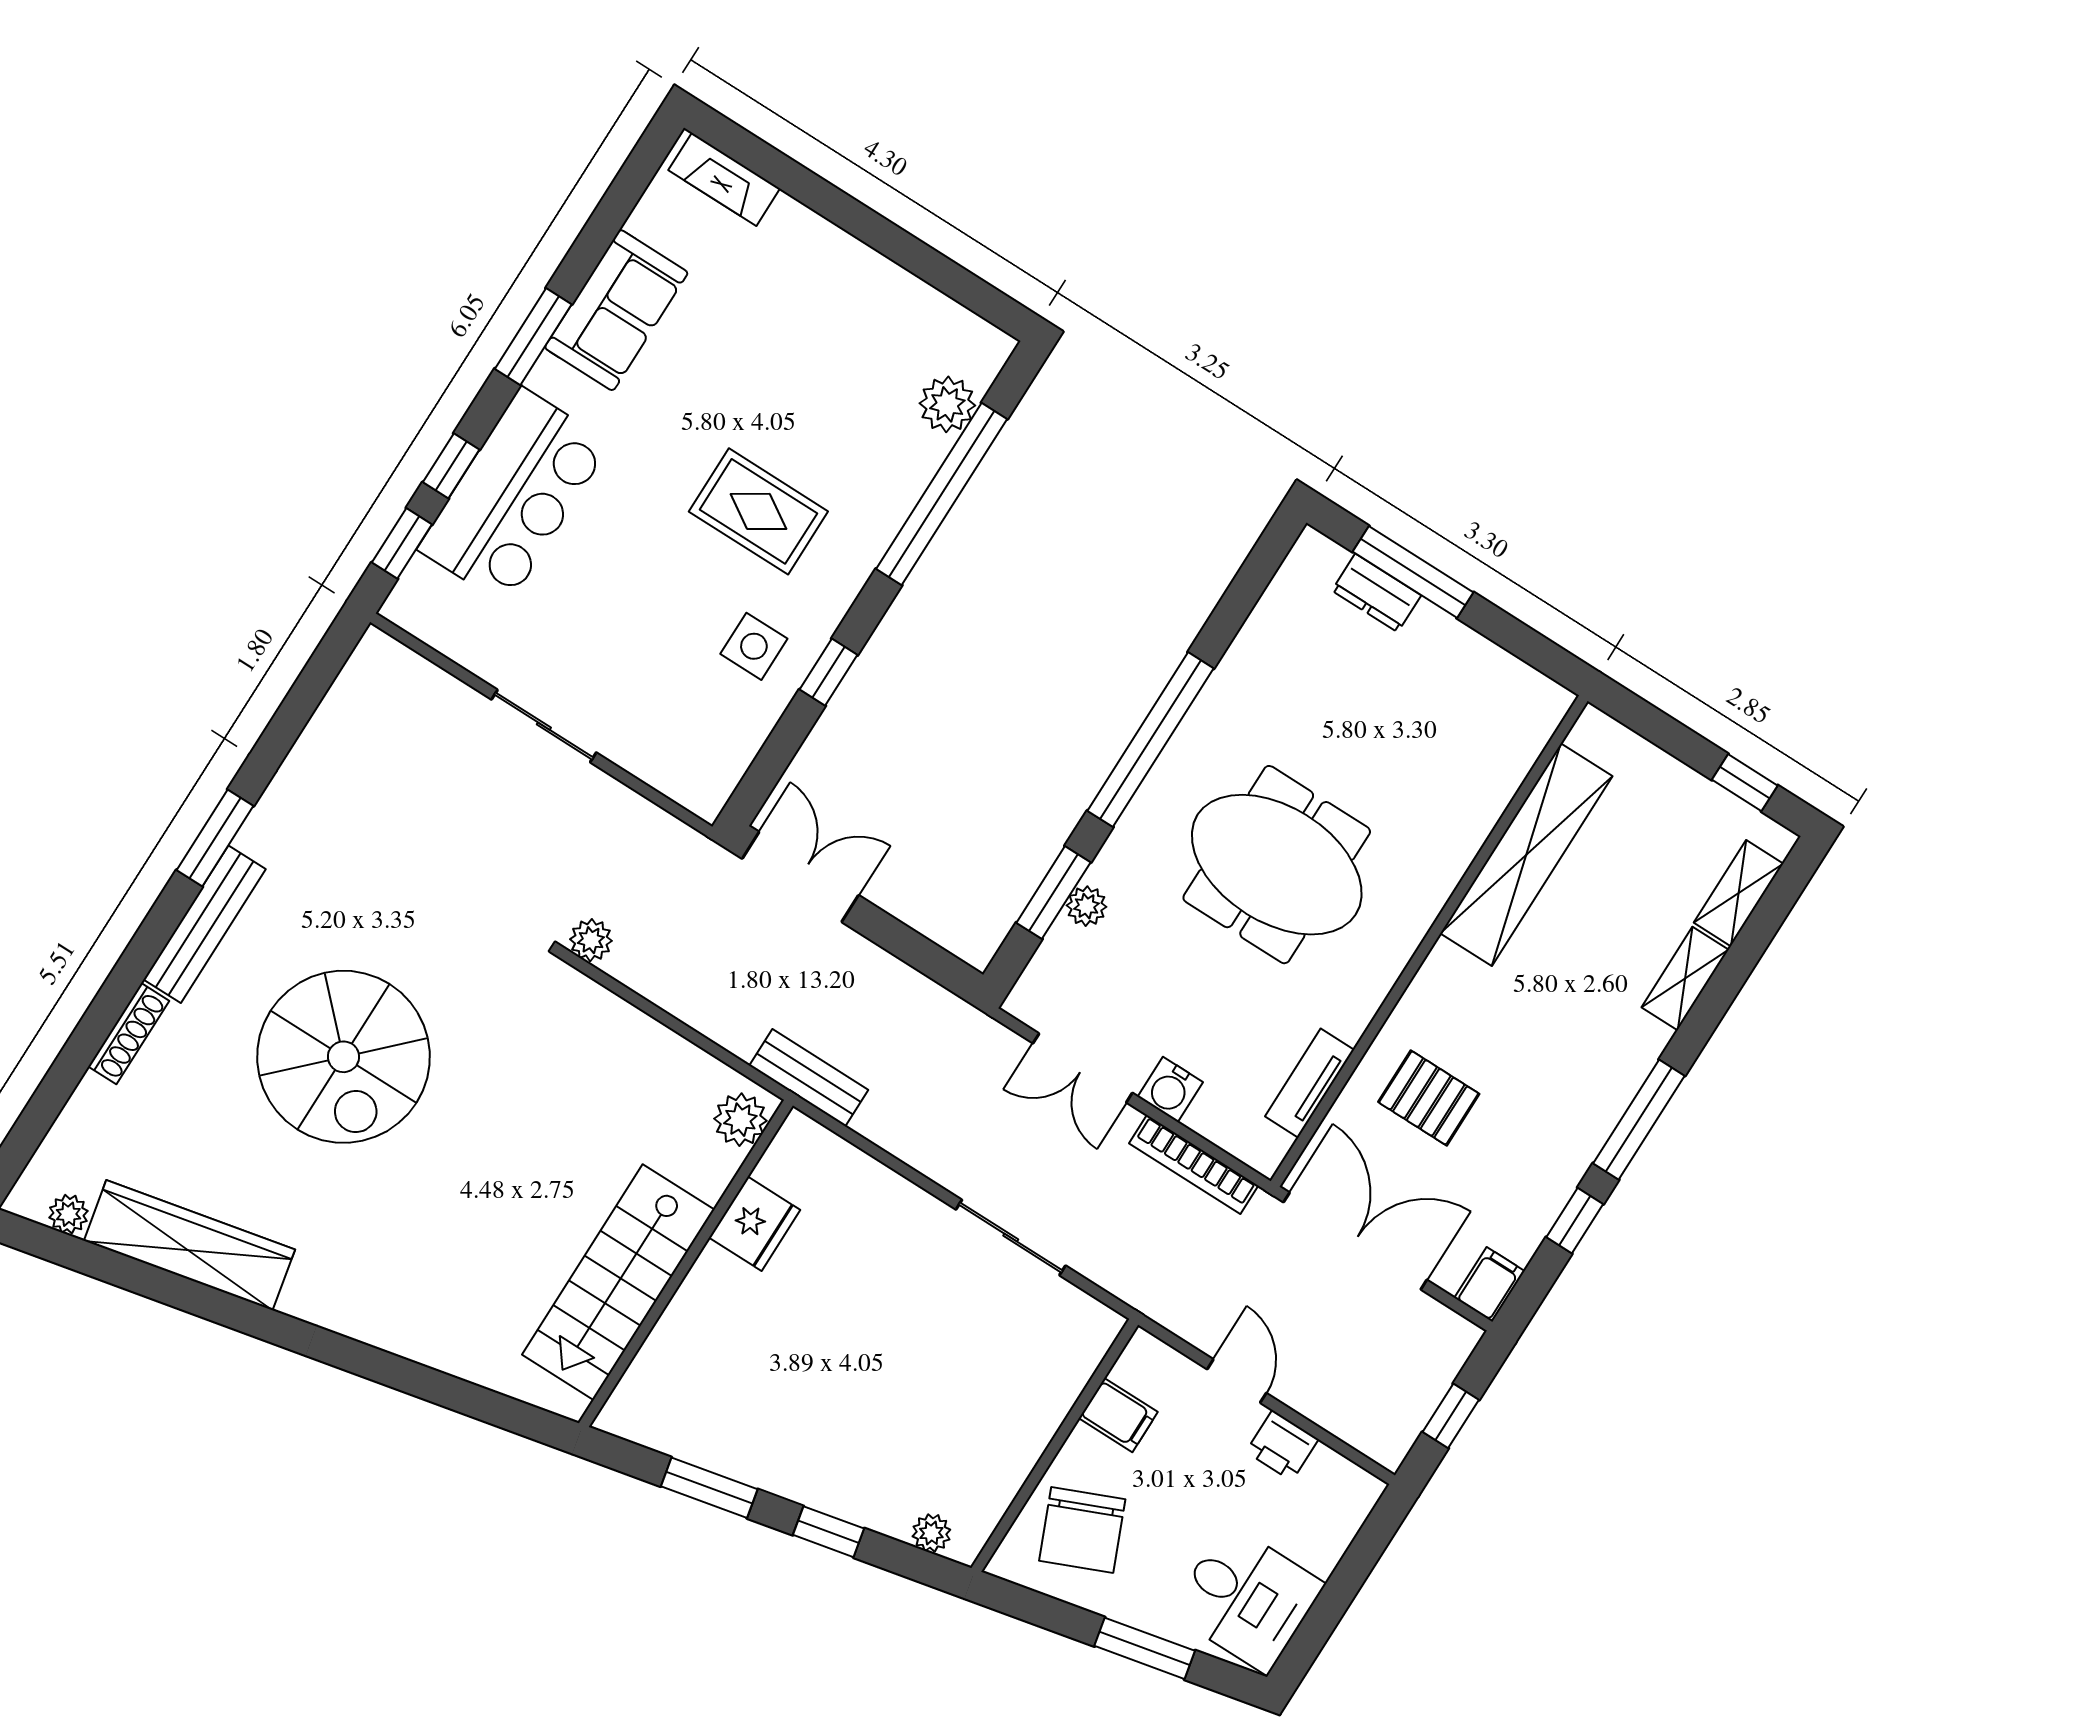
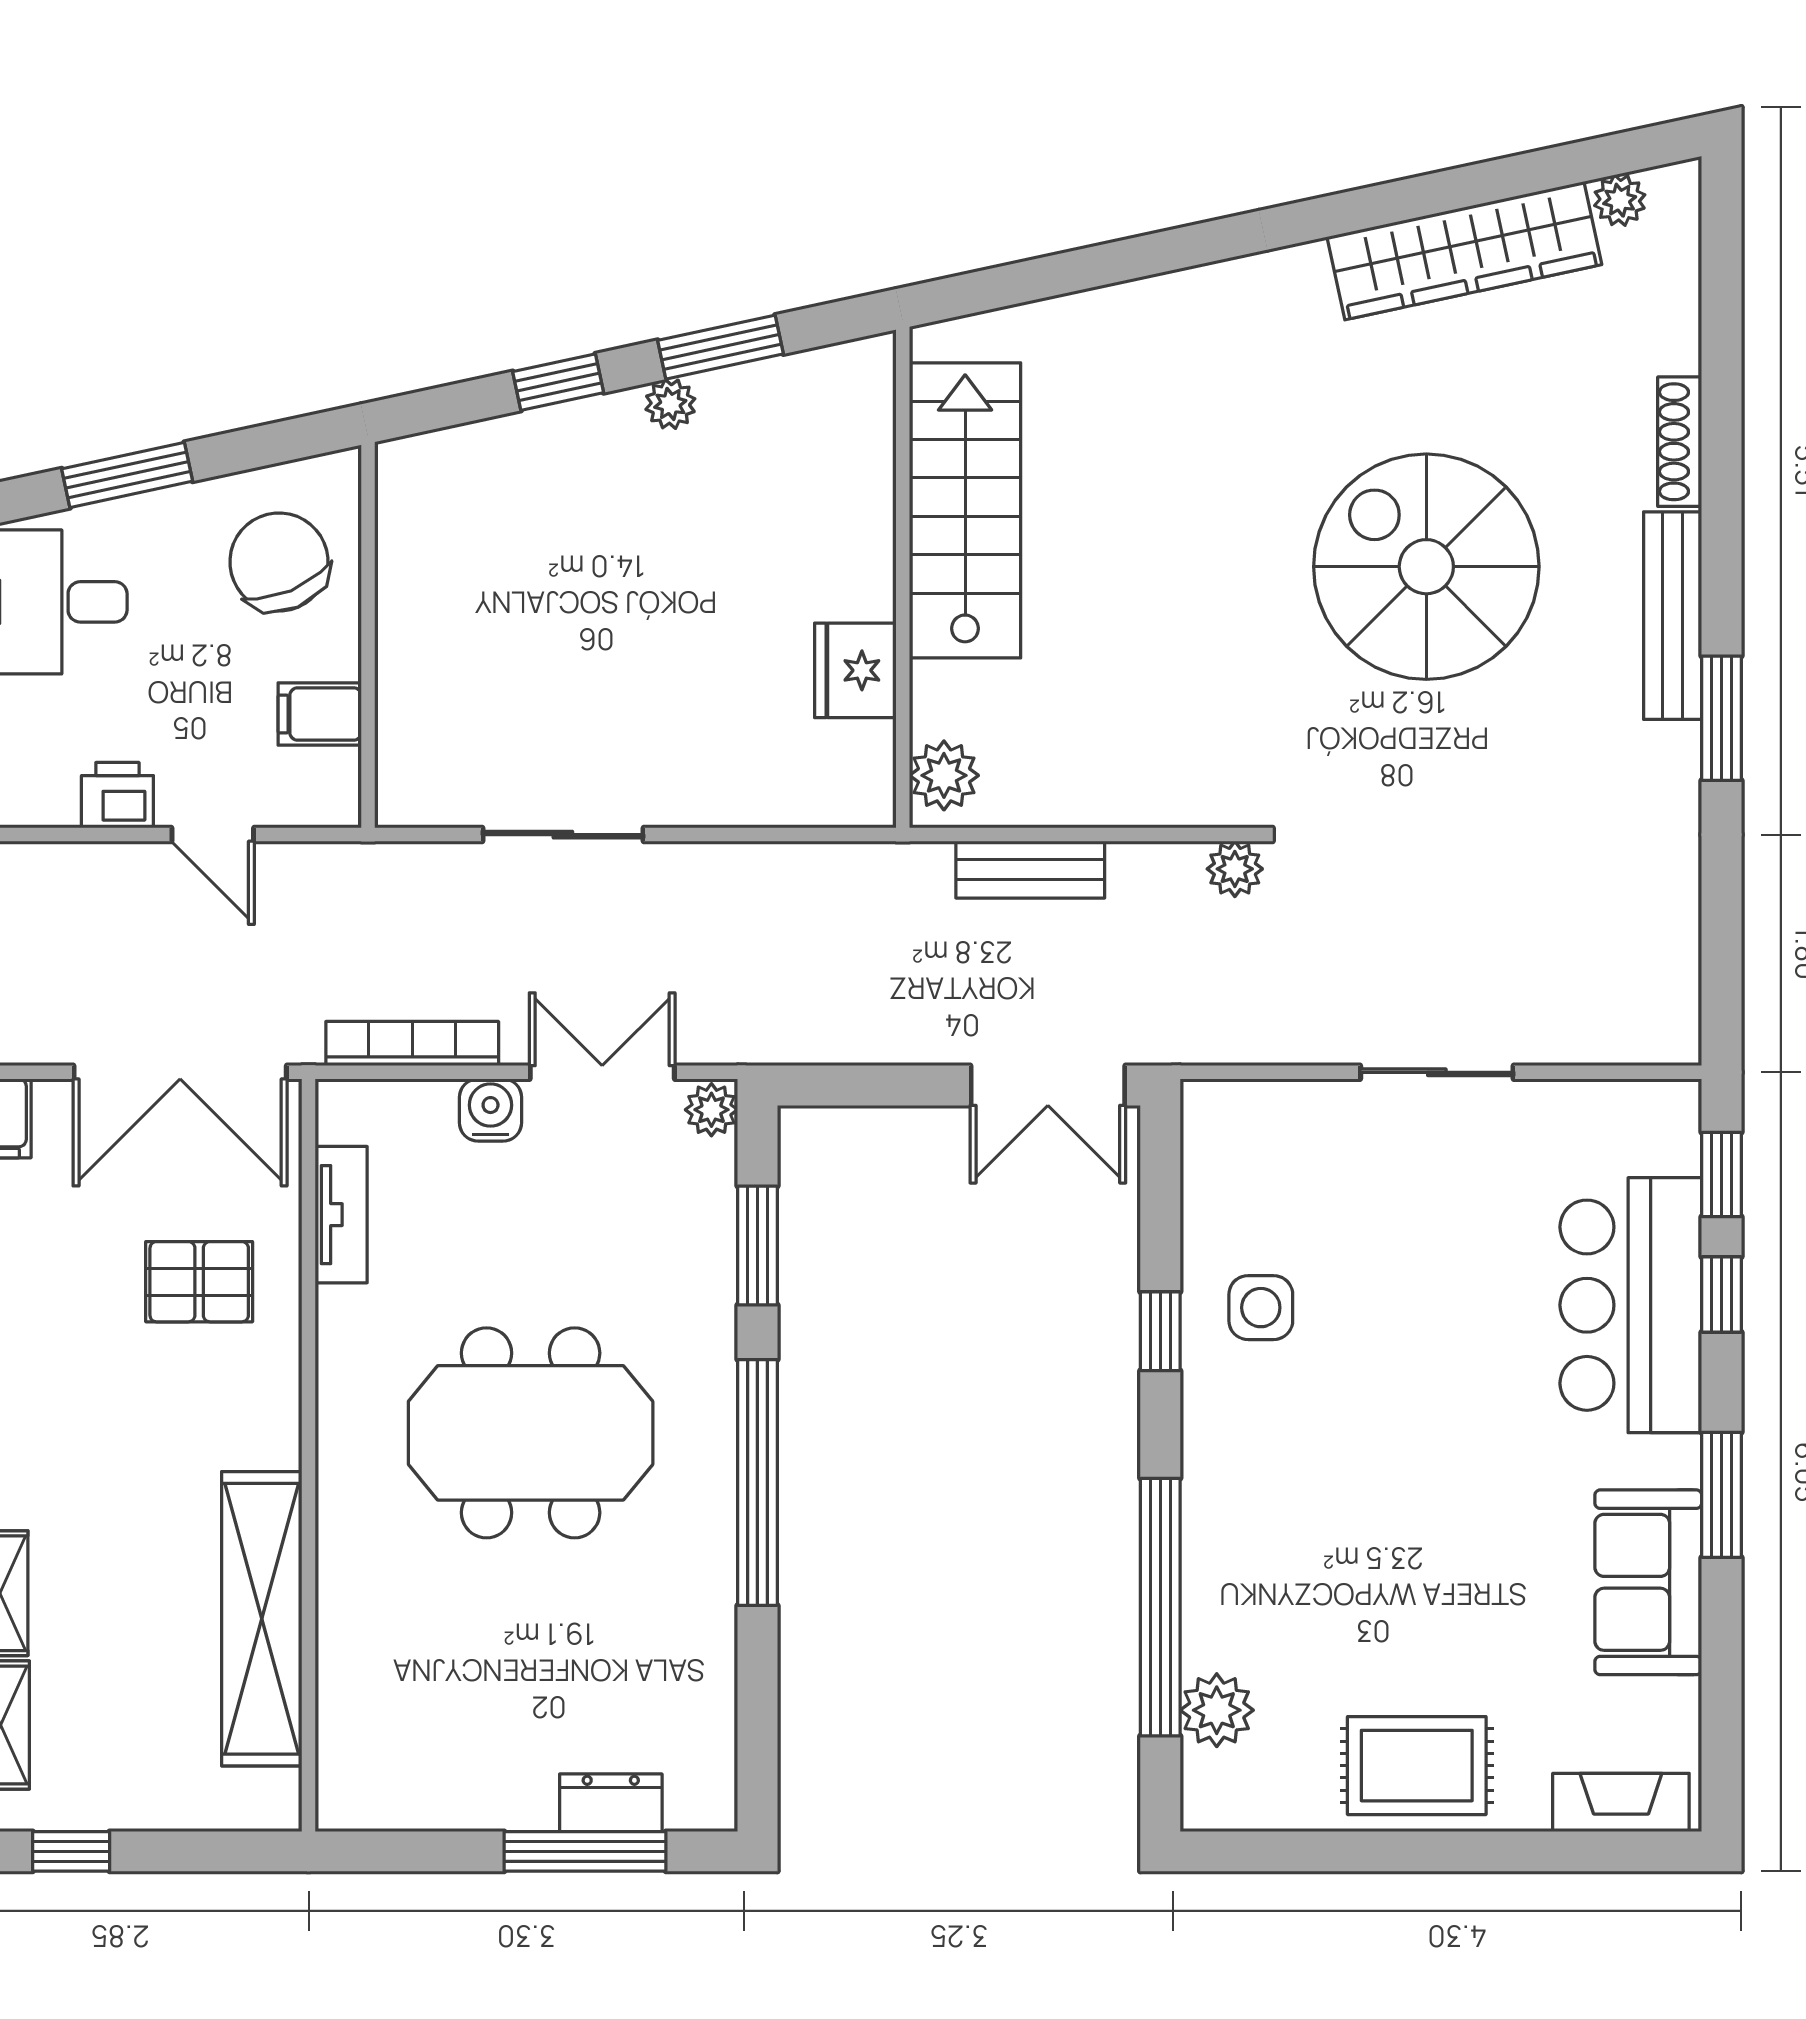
rug: (758, 511) -> (1417, 1766), moved
plant: (1087, 906) -> (711, 1110), moved
bench: (809, 1078) -> (1030, 870), moved
plant: (931, 1533) -> (670, 404), moved

